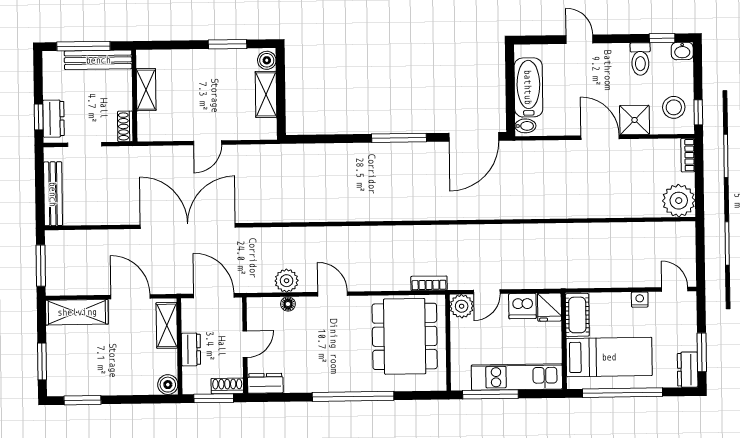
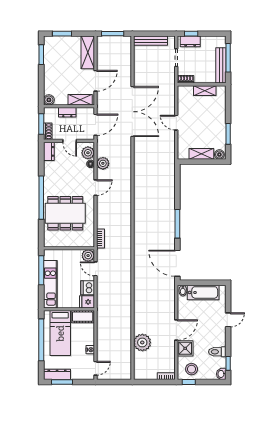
plant: (679, 201) -> (142, 342), moved
plant: (267, 309) -> (88, 153), added
dining table: (405, 336) -> (65, 213), moved
dresser: (688, 370) -> (57, 374), width x1.44

